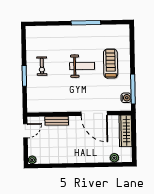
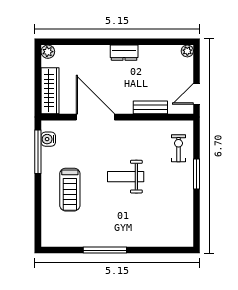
exercise bike: (42, 66) -> (178, 148), moved
weight bench: (82, 66) -> (126, 177), moved
dresser: (75, 158) -> (124, 53), added
plant: (114, 158) -> (48, 52), moved

